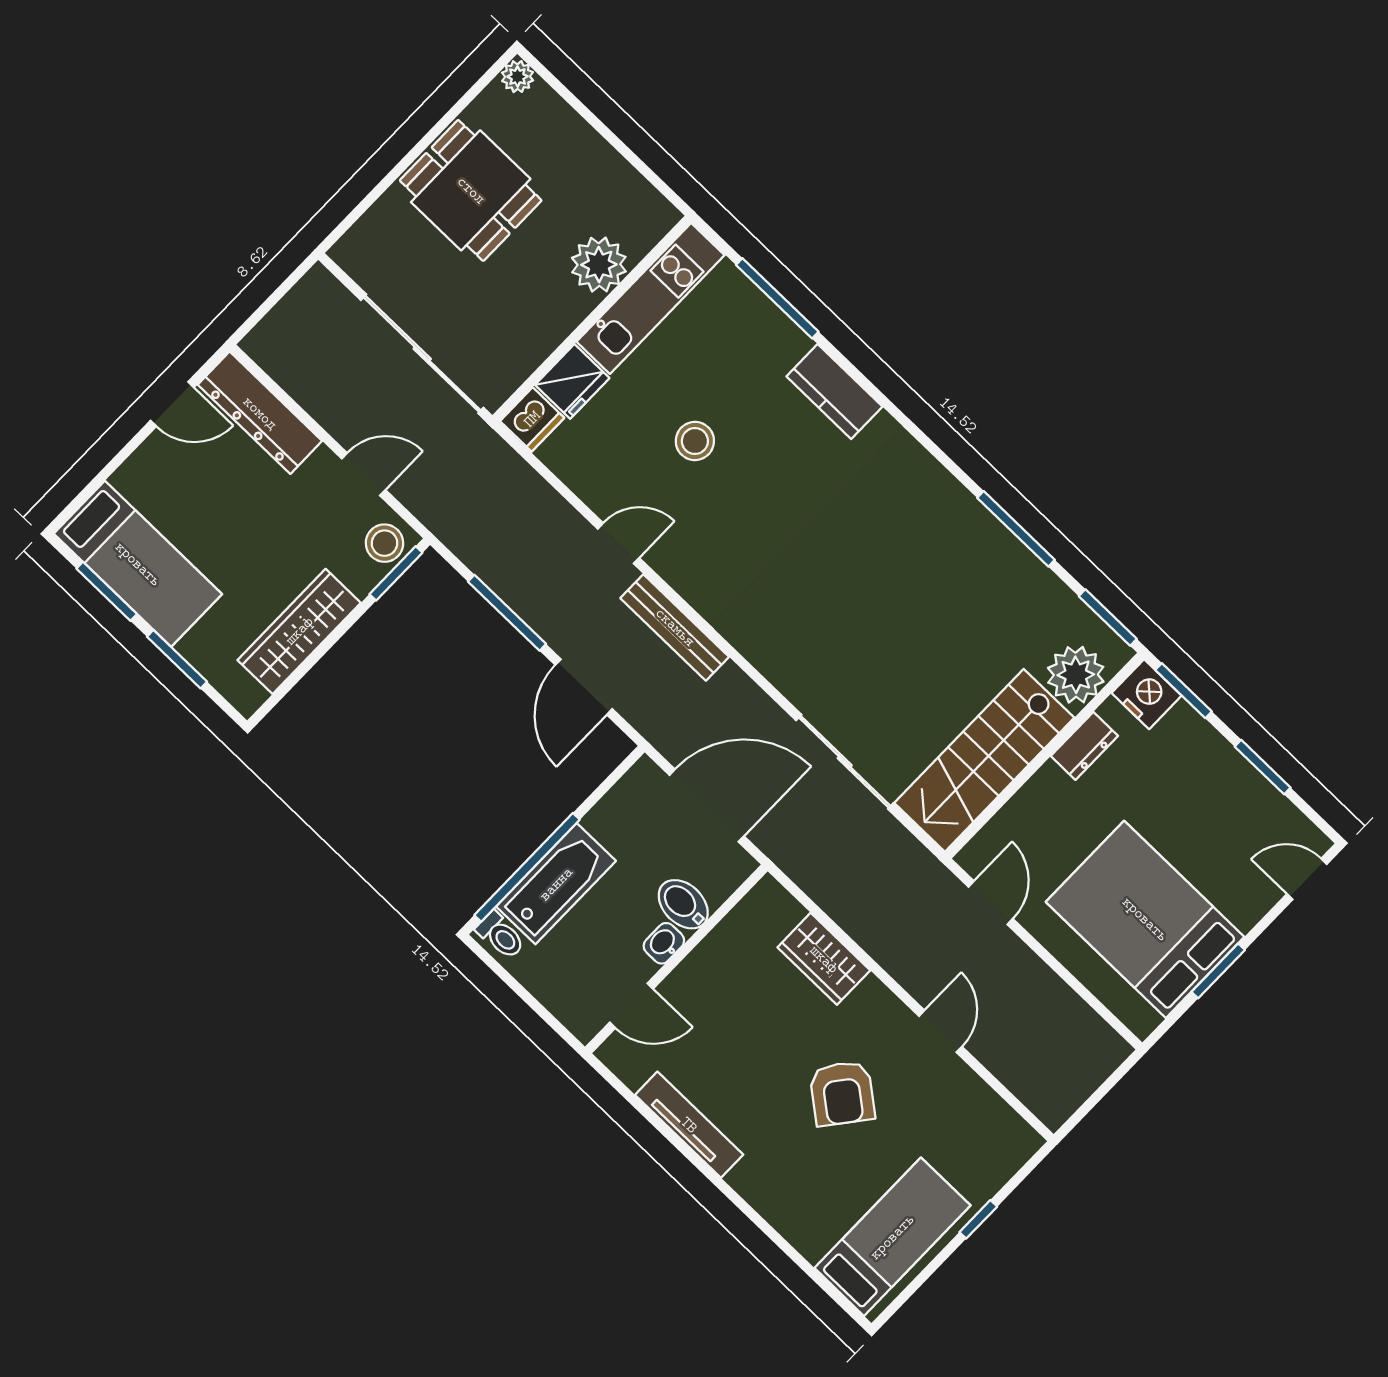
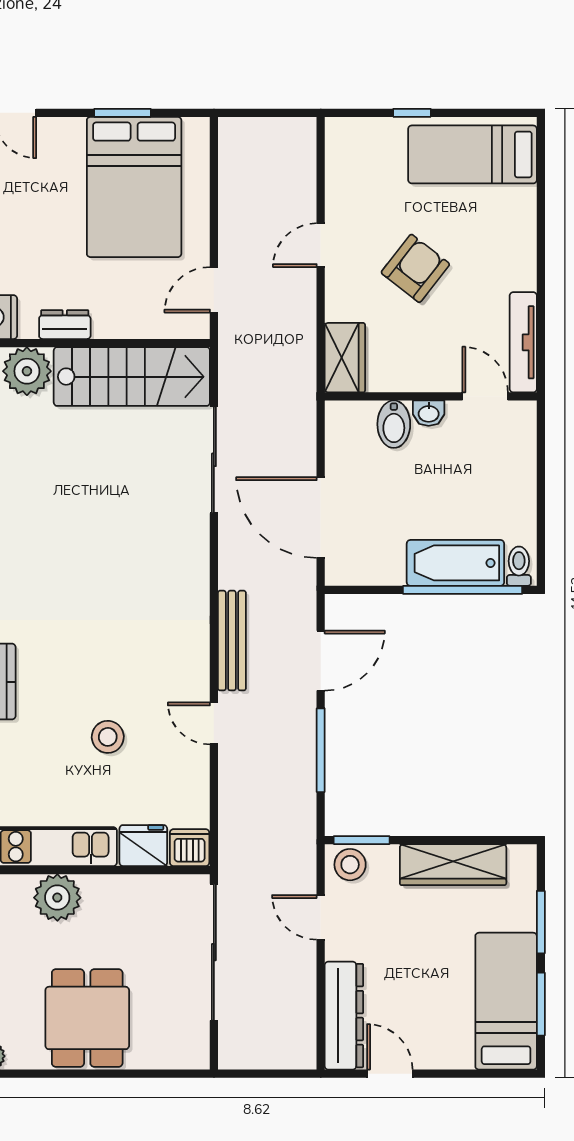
bidet: (683, 904) -> (394, 424), moved
washbasin: (664, 943) -> (429, 413), moved
wall: (676, 959) -> (431, 396), moved
door: (631, 1006) -> (485, 396), moved

